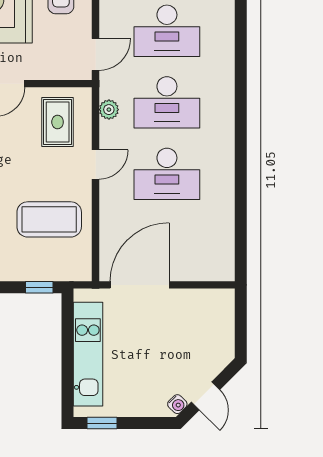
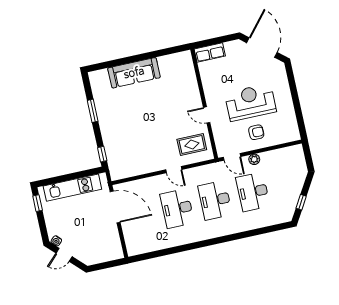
plant: (109, 110) -> (254, 159), moved
coffee table: (49, 219) -> (139, 151), removed

